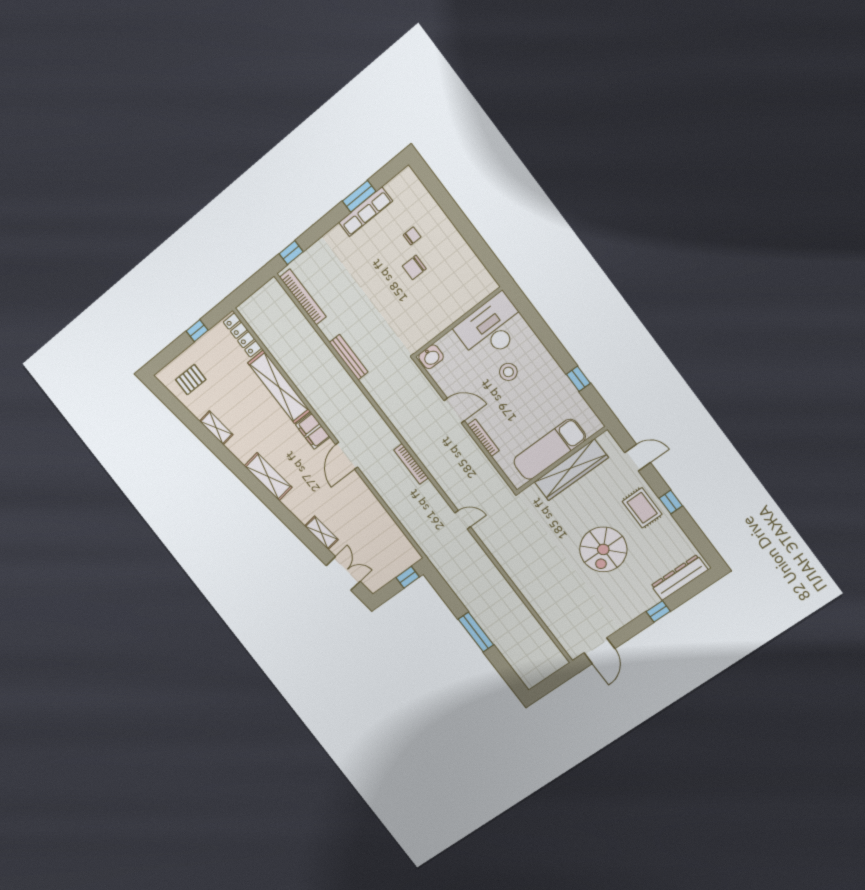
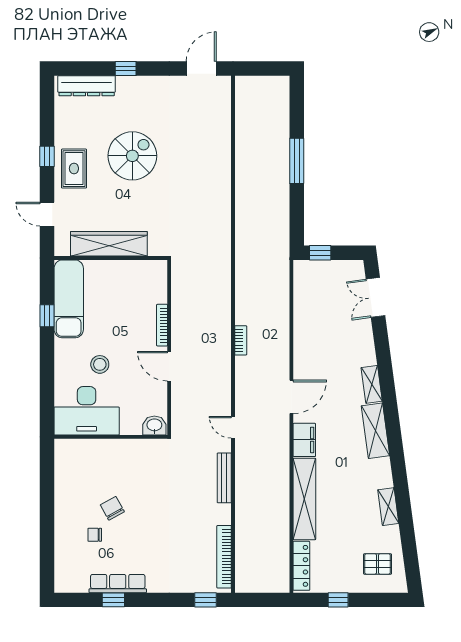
window: (359, 196) -> (113, 600), width x0.67
chair: (414, 267) -> (112, 508), turned -119
exam couch: (550, 449) -> (69, 299), moved, turned -90
bookcase: (411, 464) -> (241, 340), width x0.64
door: (463, 520) -> (233, 427), moved
shelving: (321, 533) -> (372, 384), moved

